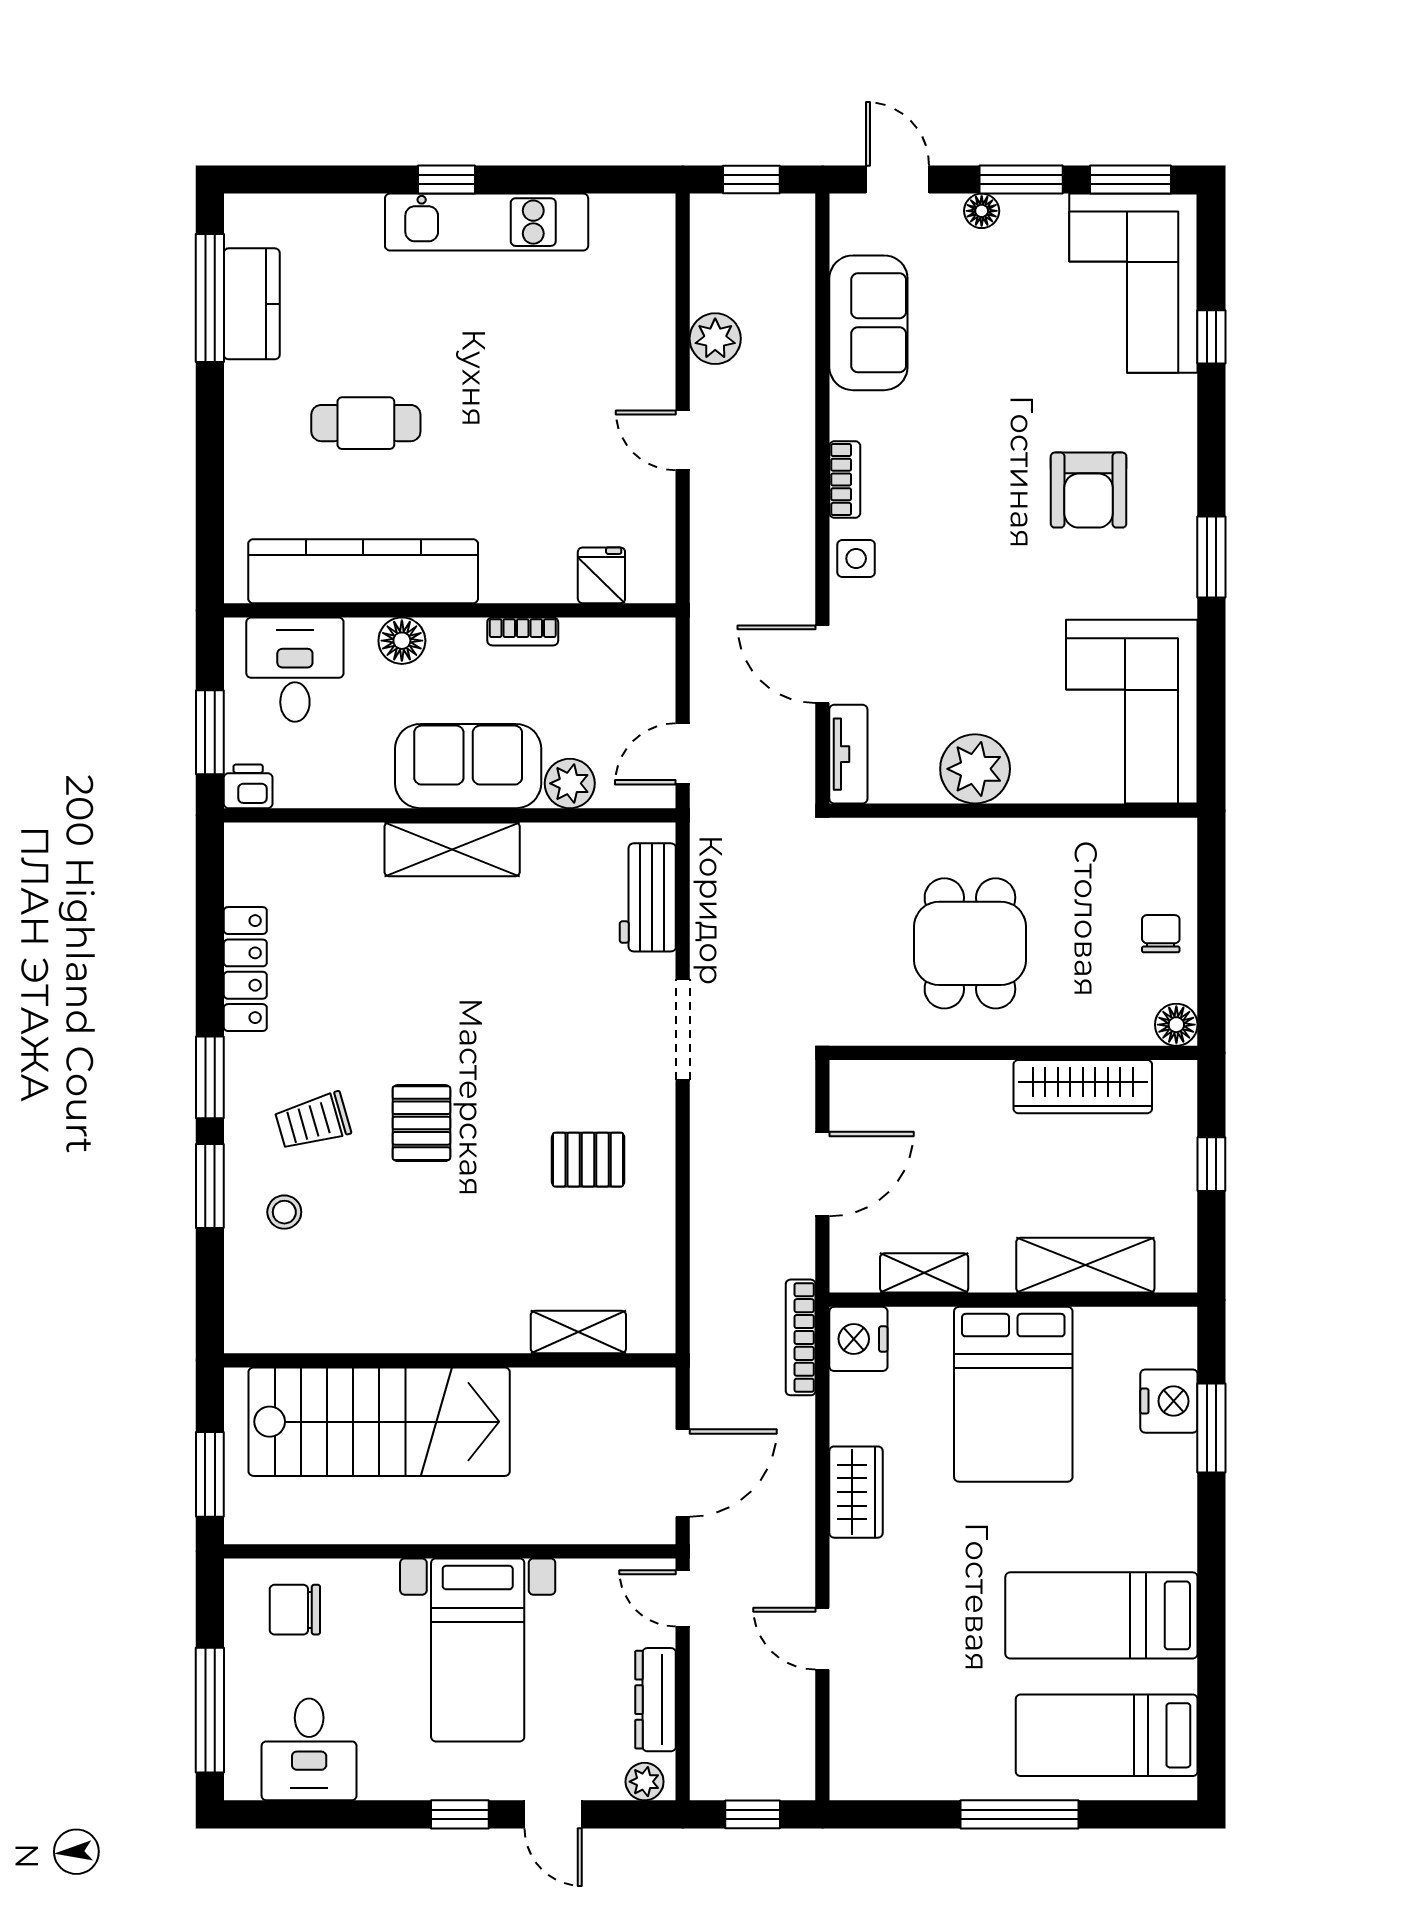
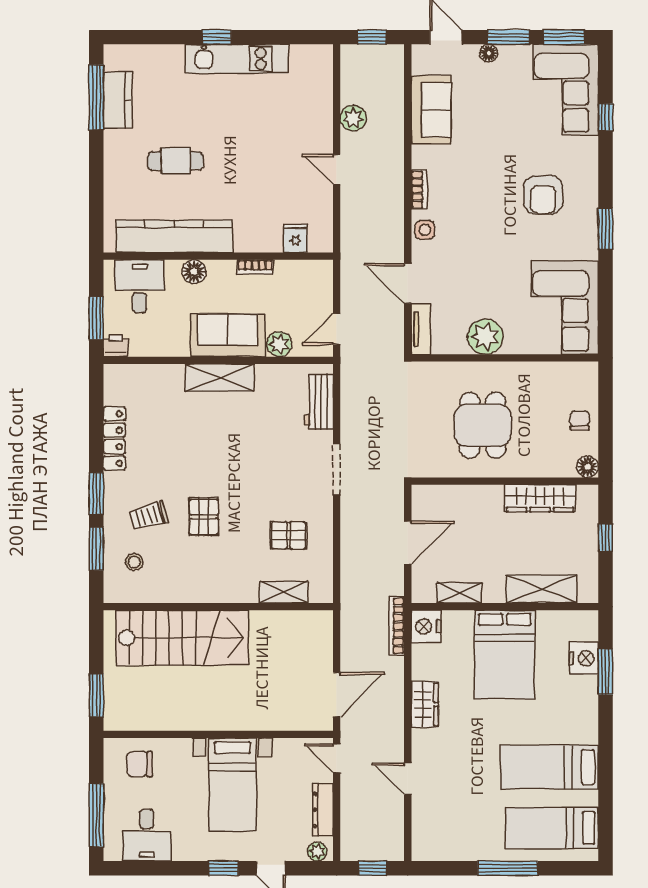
shelving: (578, 1332) -> (284, 592), moved
wall: (450, 1360) -> (218, 607), moved
stairs: (379, 1422) -> (182, 638), moved

